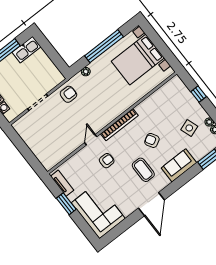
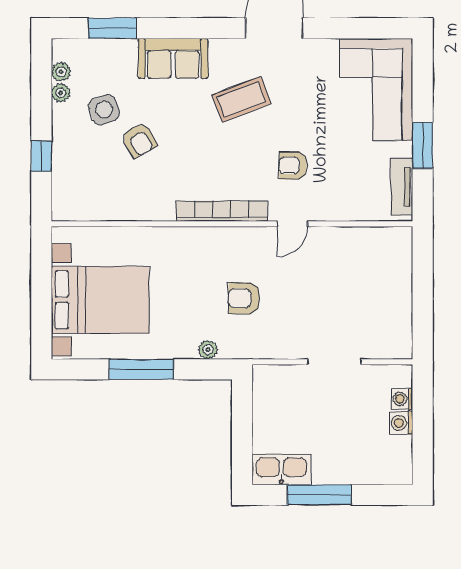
window: (104, 46) -> (141, 369), width x0.68
armchair: (68, 94) -> (244, 298), moved
armchair: (152, 140) -> (139, 140), moved
coffee table: (143, 170) -> (242, 99), turned 69

